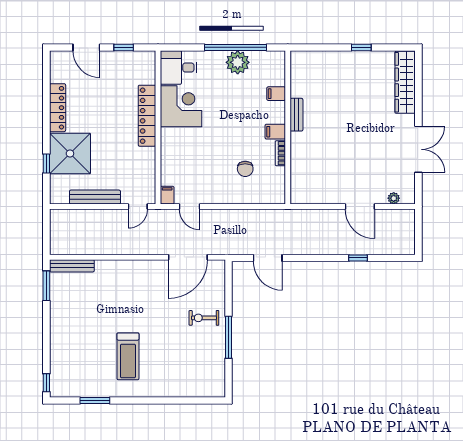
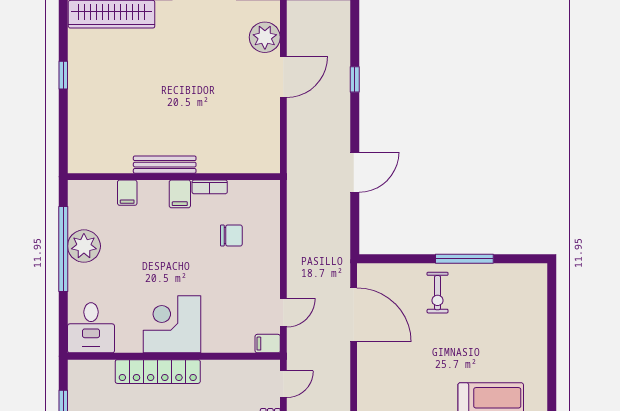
corner desk: (181, 106) -> (172, 324), moved
bench: (296, 115) -> (165, 165), width x1.36
plant: (394, 198) -> (265, 37), width x1.88, depth x1.88
door: (138, 207) -> (283, 384), hinge flipped
door: (268, 258) -> (355, 172), moved

